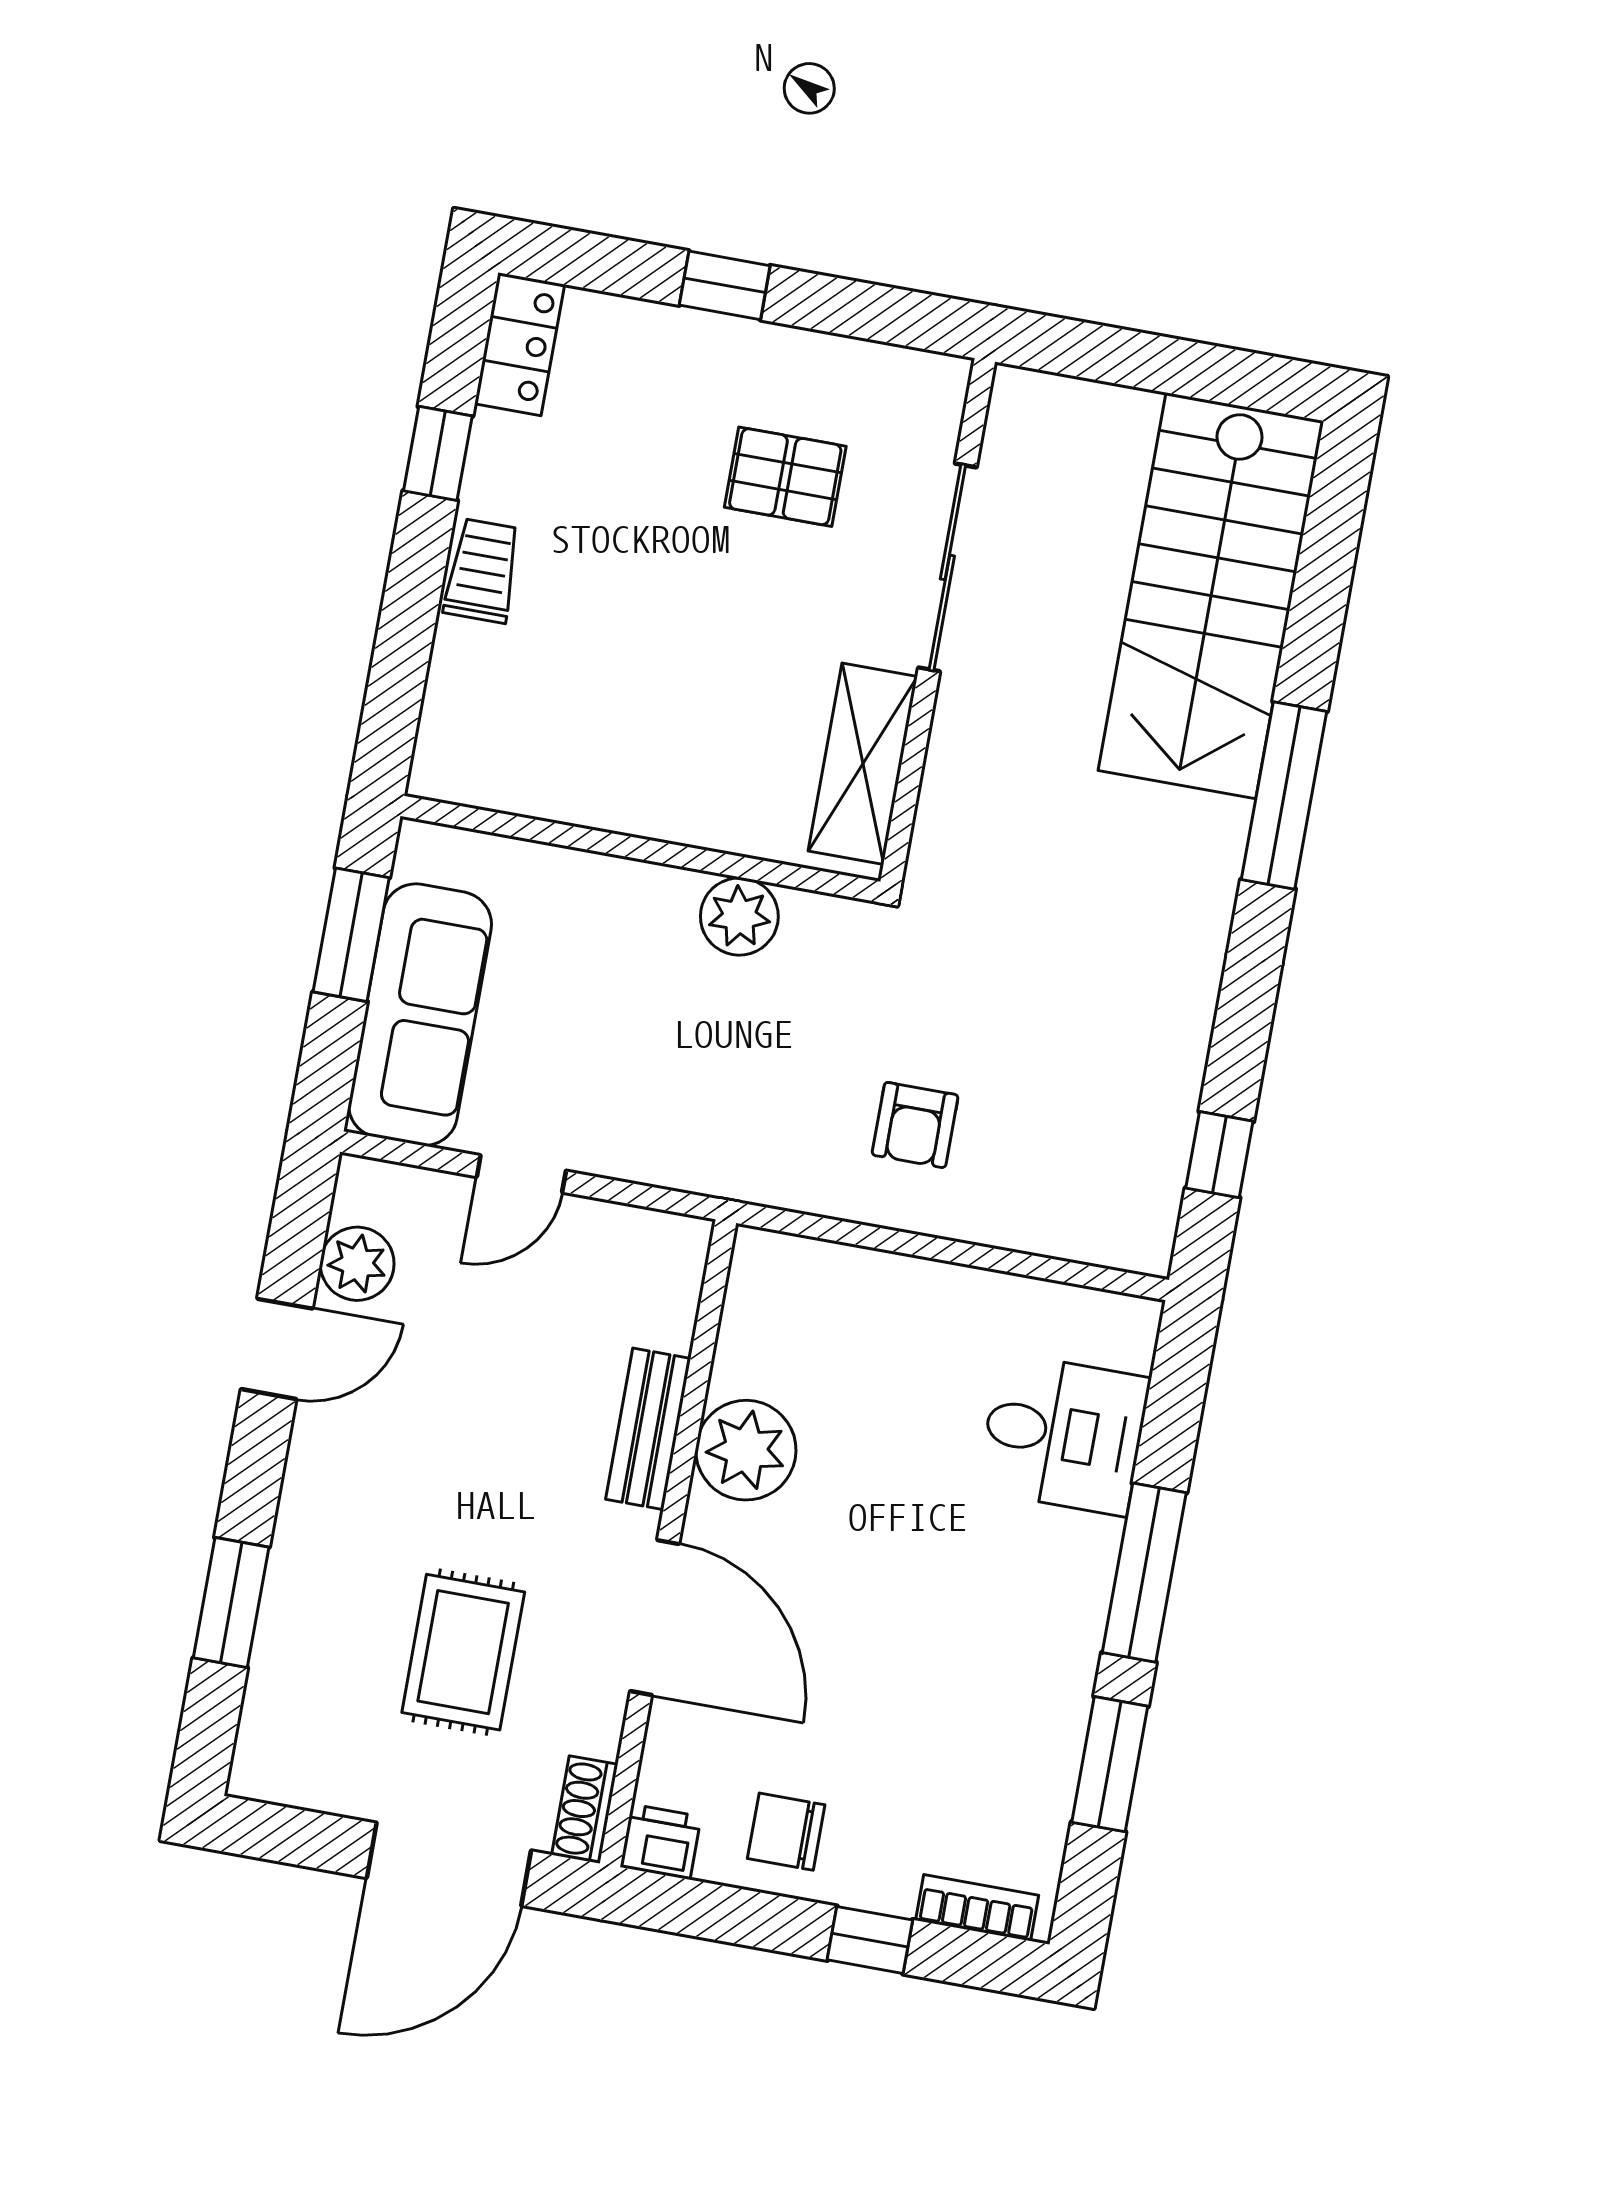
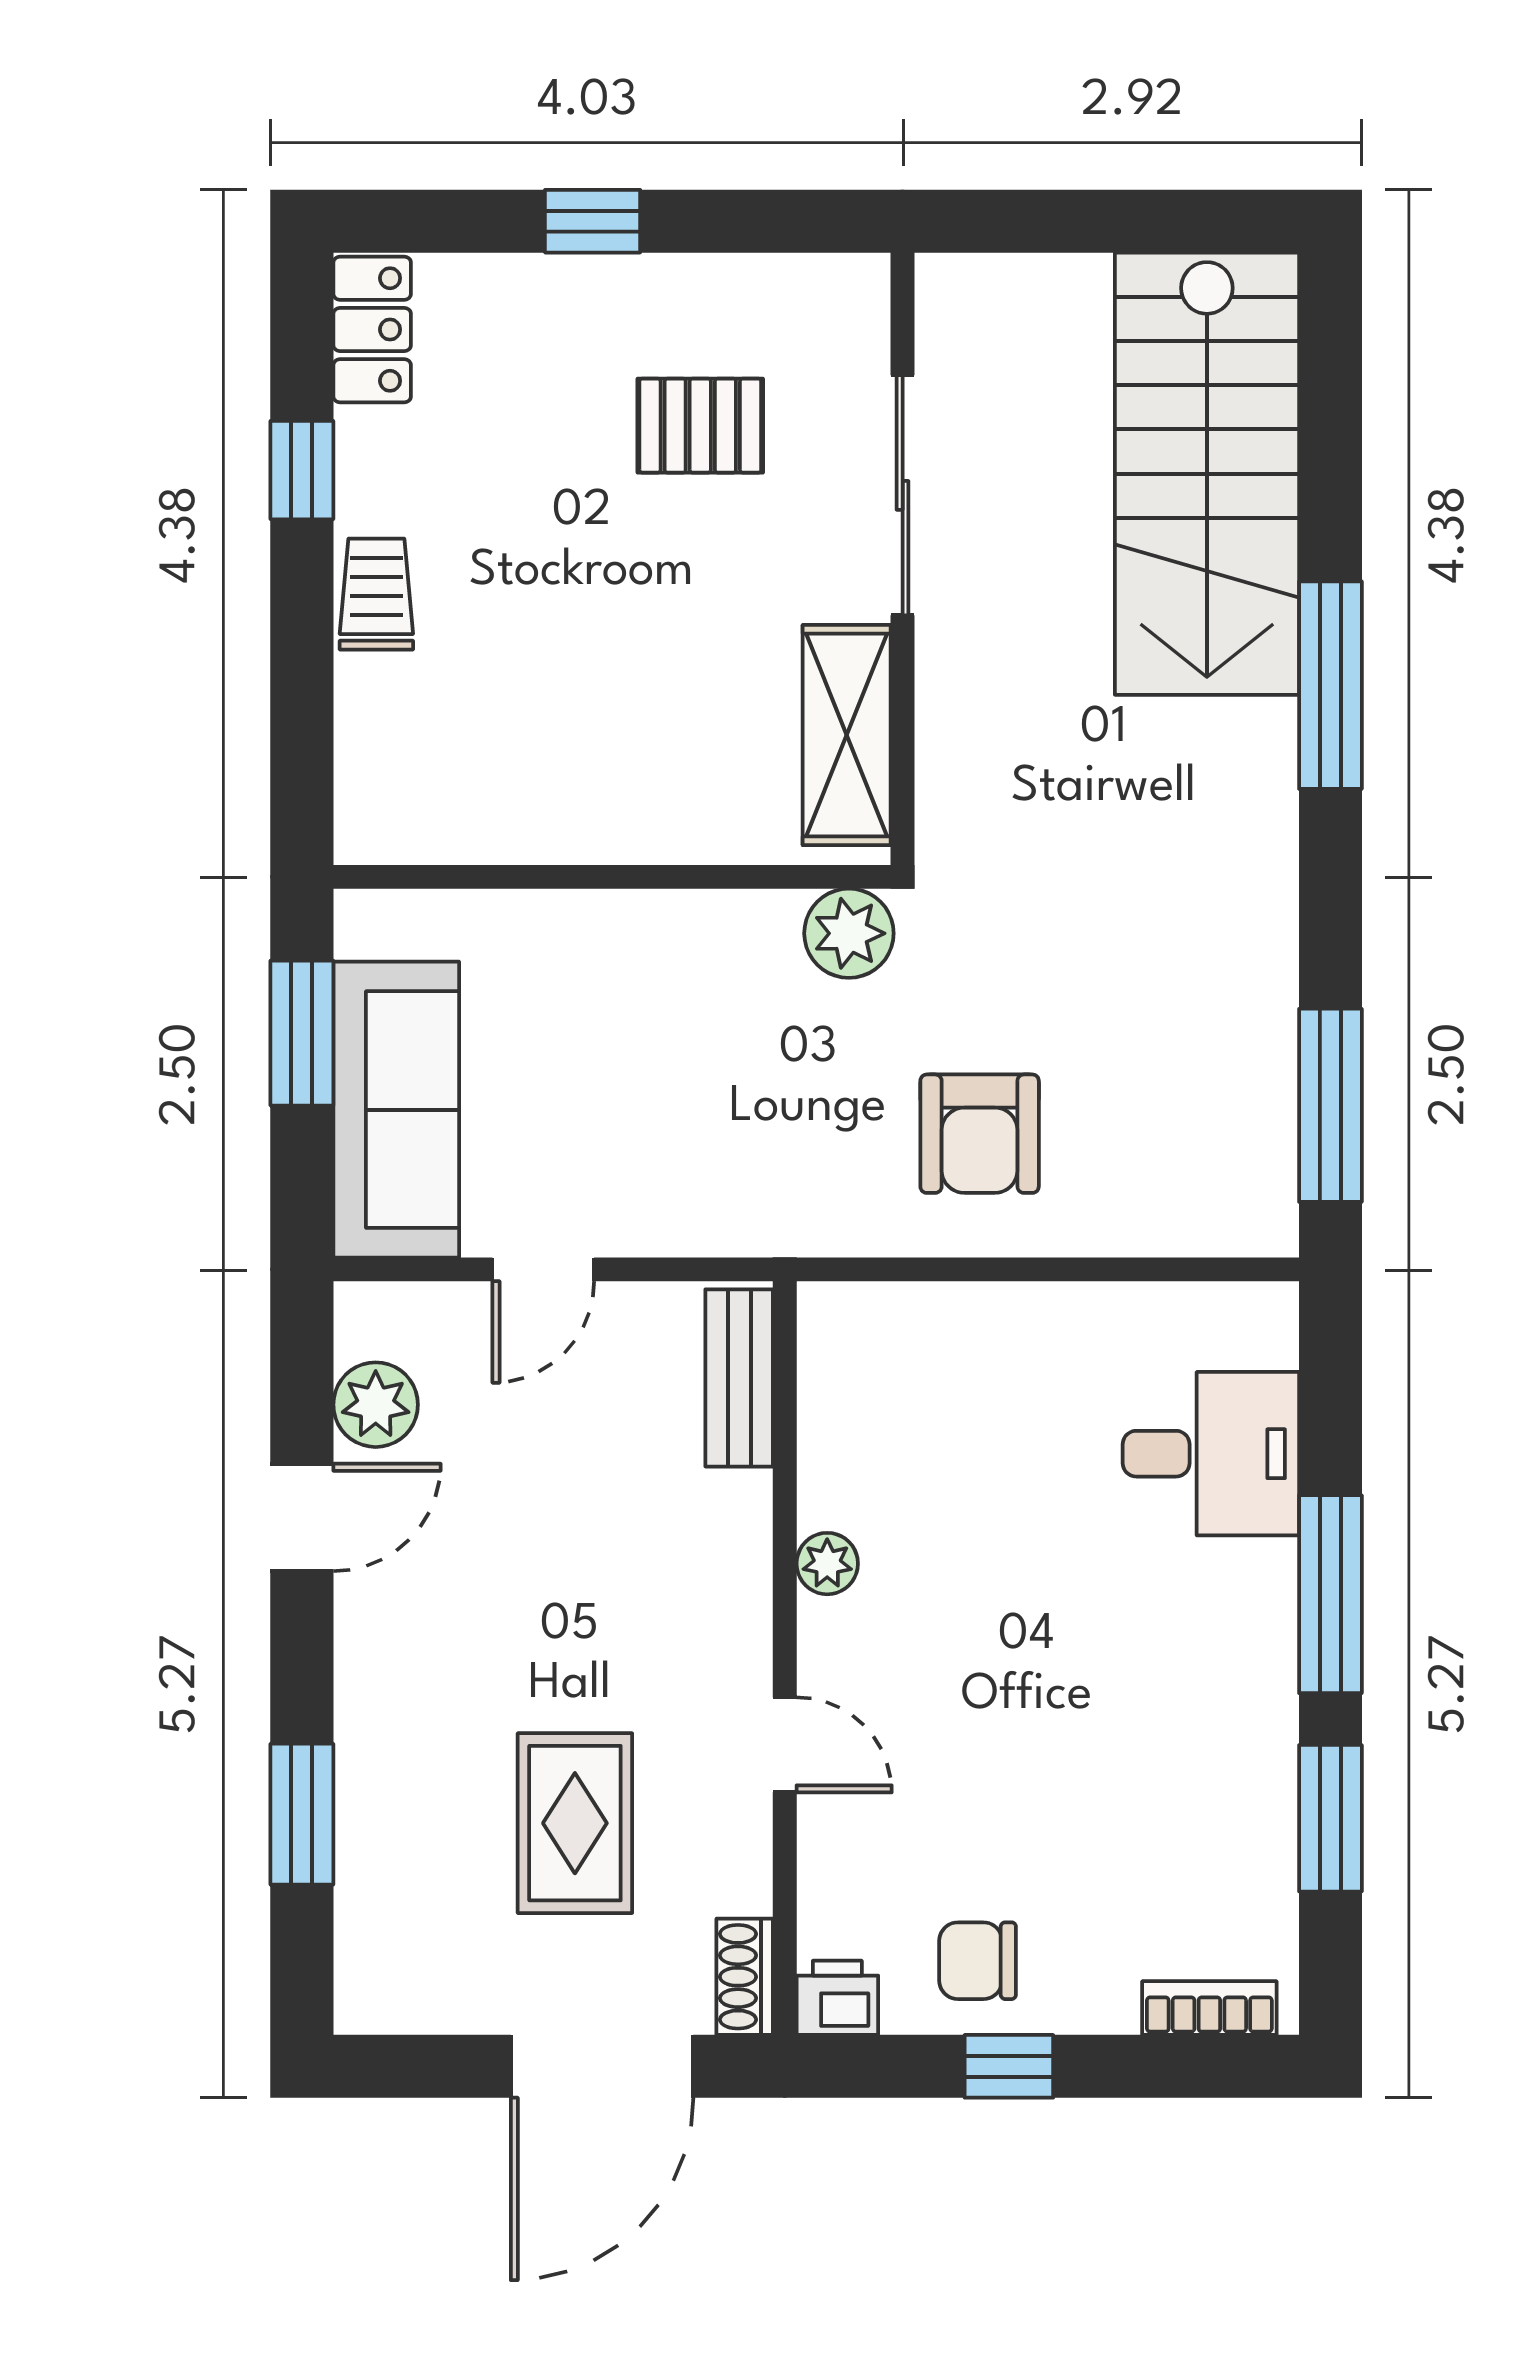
plant: (739, 916) -> (849, 933), moved
armchair: (915, 1125) -> (980, 1134), width x1.38, depth x1.38
window: (1219, 1155) -> (1330, 1105), width x2.17
bench: (648, 1429) -> (739, 1378), moved
plant: (746, 1450) -> (827, 1564), width x0.53, depth x0.53
door: (655, 1617) -> (785, 1745), width x0.53
window: (870, 1940) -> (1009, 2066), moved

